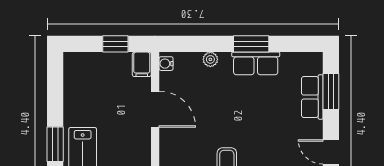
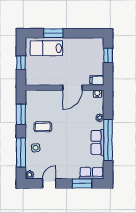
window: (115, 44) -> (108, 55), moved
window: (251, 44) -> (108, 140), width x2.11
row of seats: (312, 97) -> (92, 173), moved

